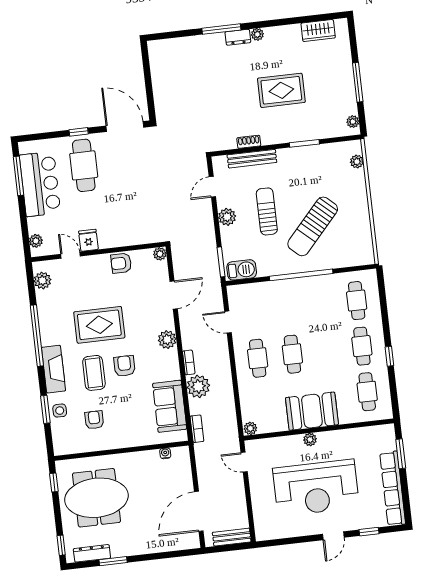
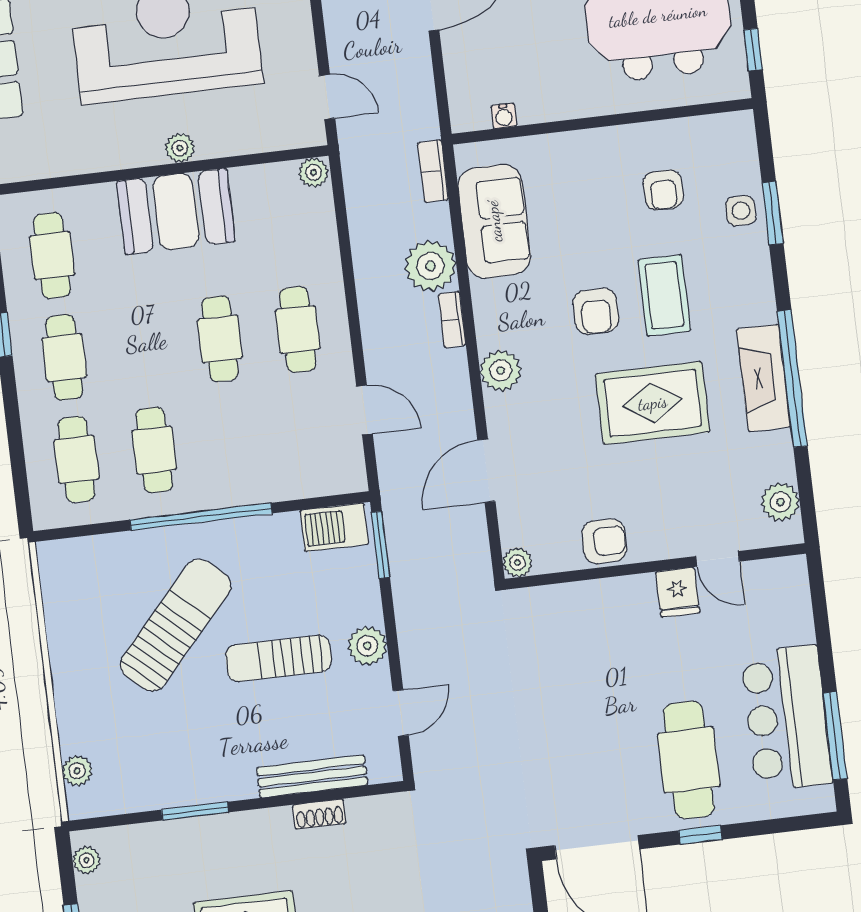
sun lounger: (267, 211) -> (278, 658), turned 90
plant: (36, 241) -> (795, 591), removed
cafe table: (322, 305) -> (154, 450), added
fireplace: (54, 369) -> (764, 378), moved

